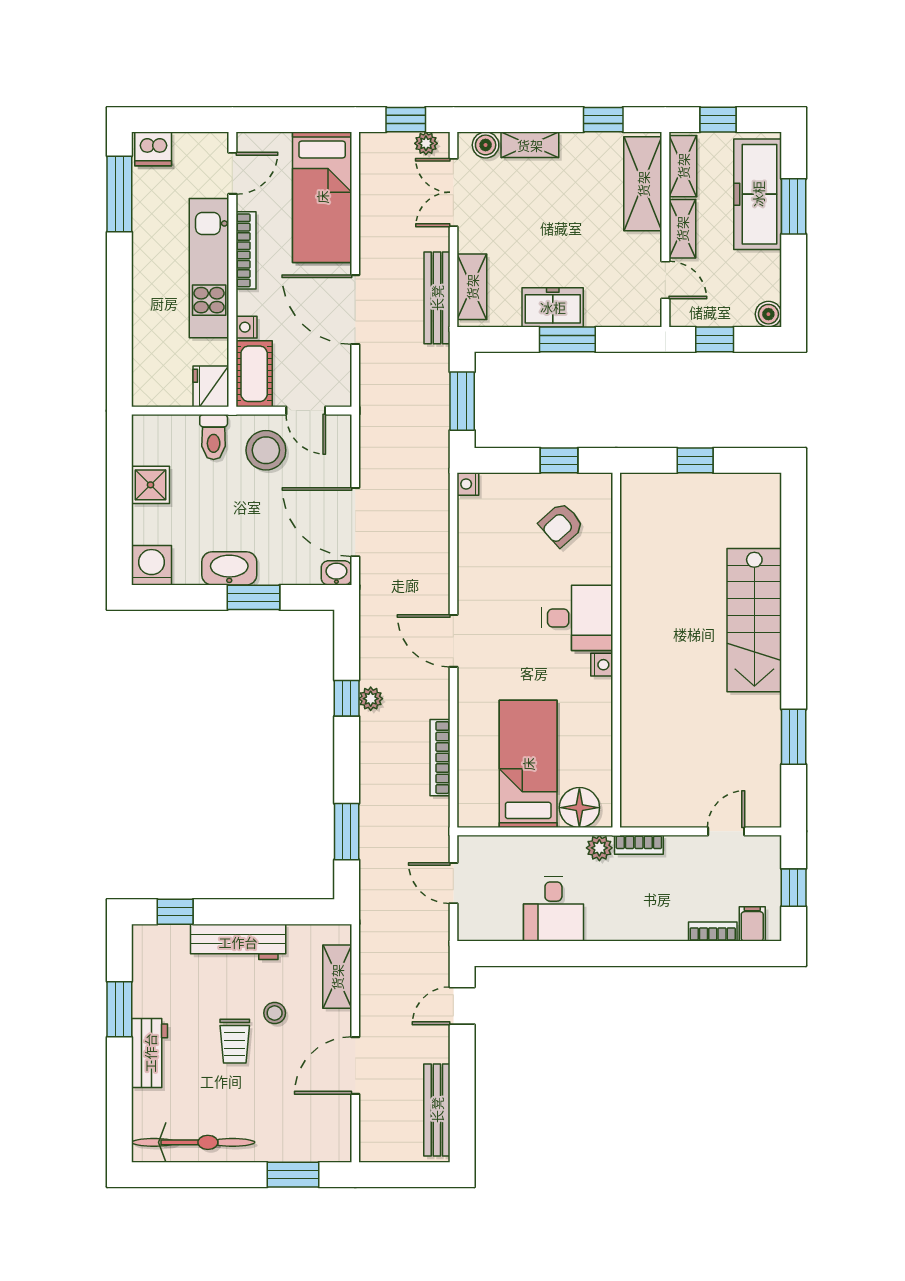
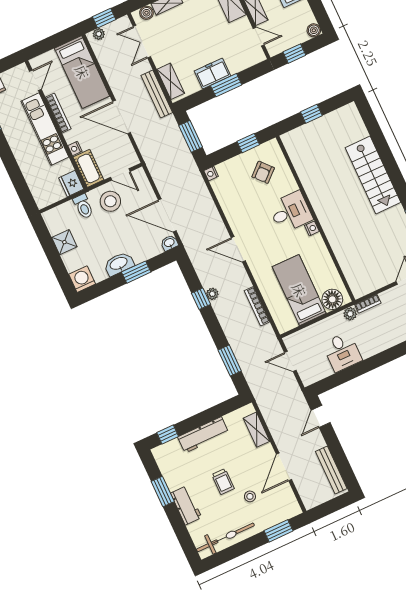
plant: (426, 143) -> (99, 34), moved
stool: (275, 1013) -> (250, 496), moved

